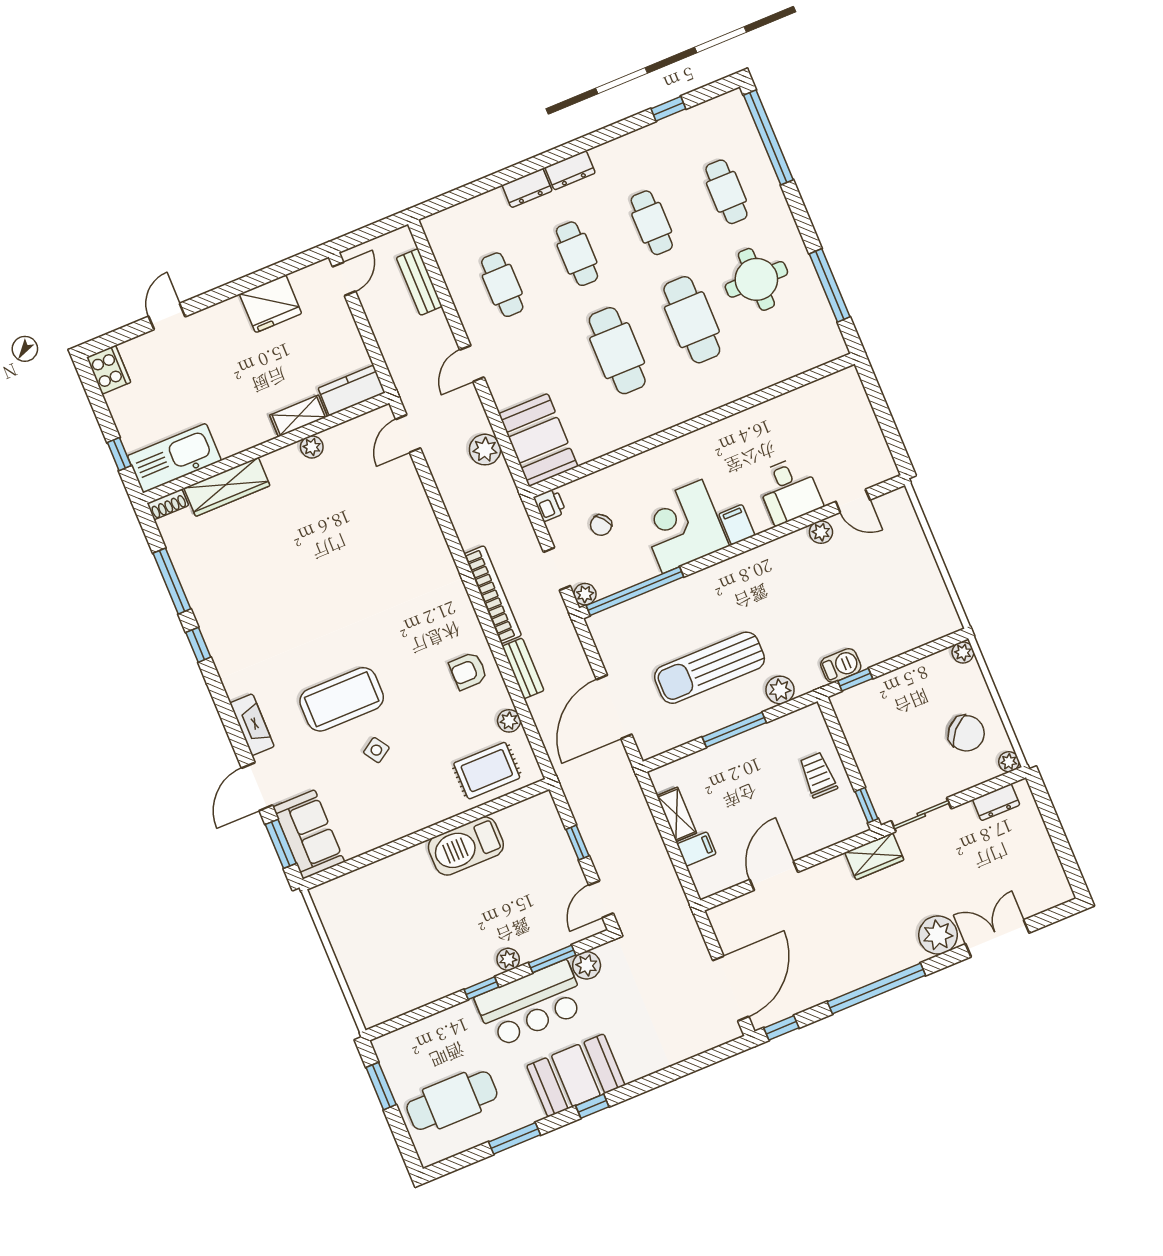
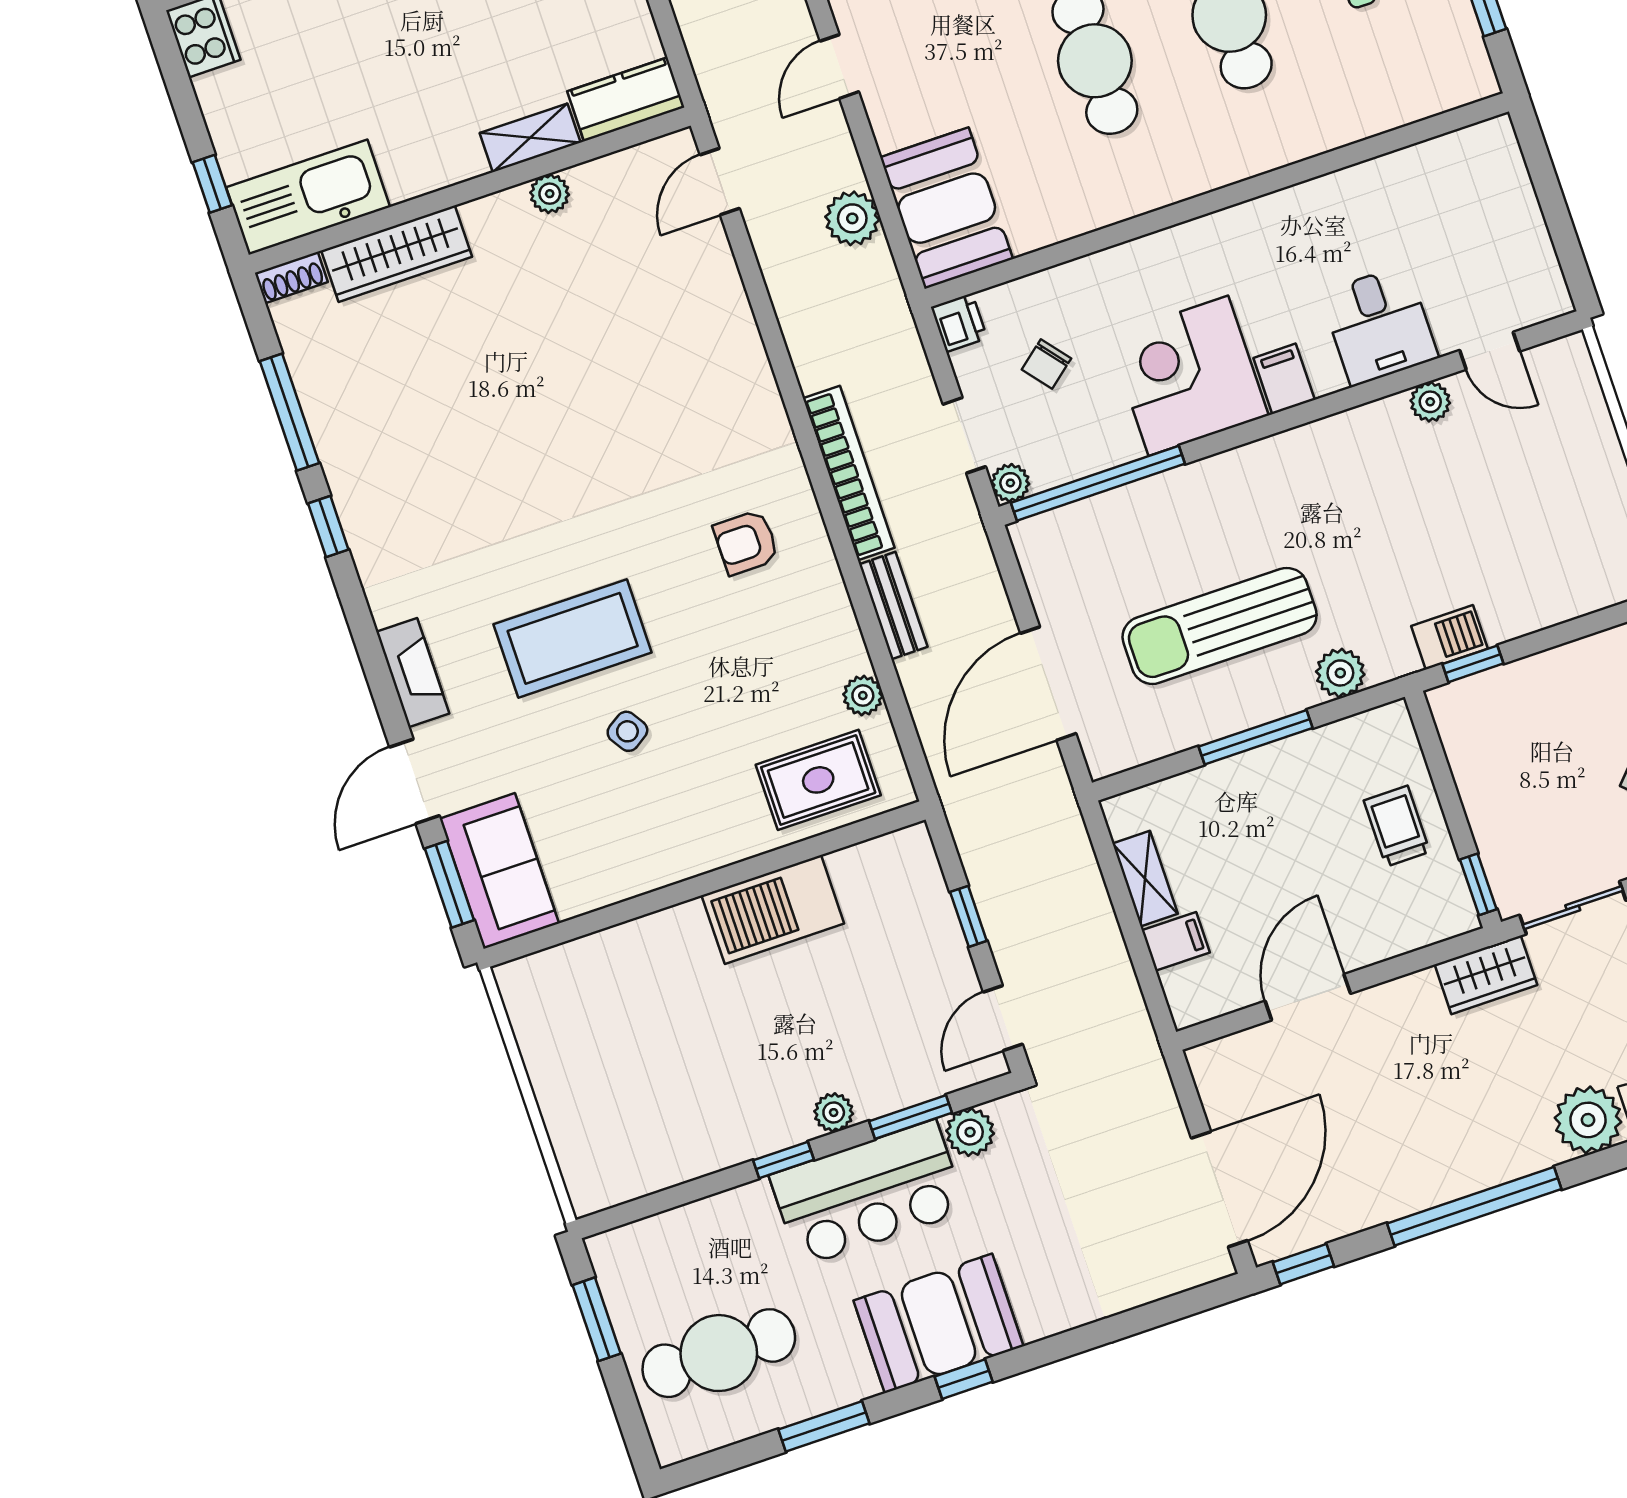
armchair: (468, 671) -> (746, 542), moved

